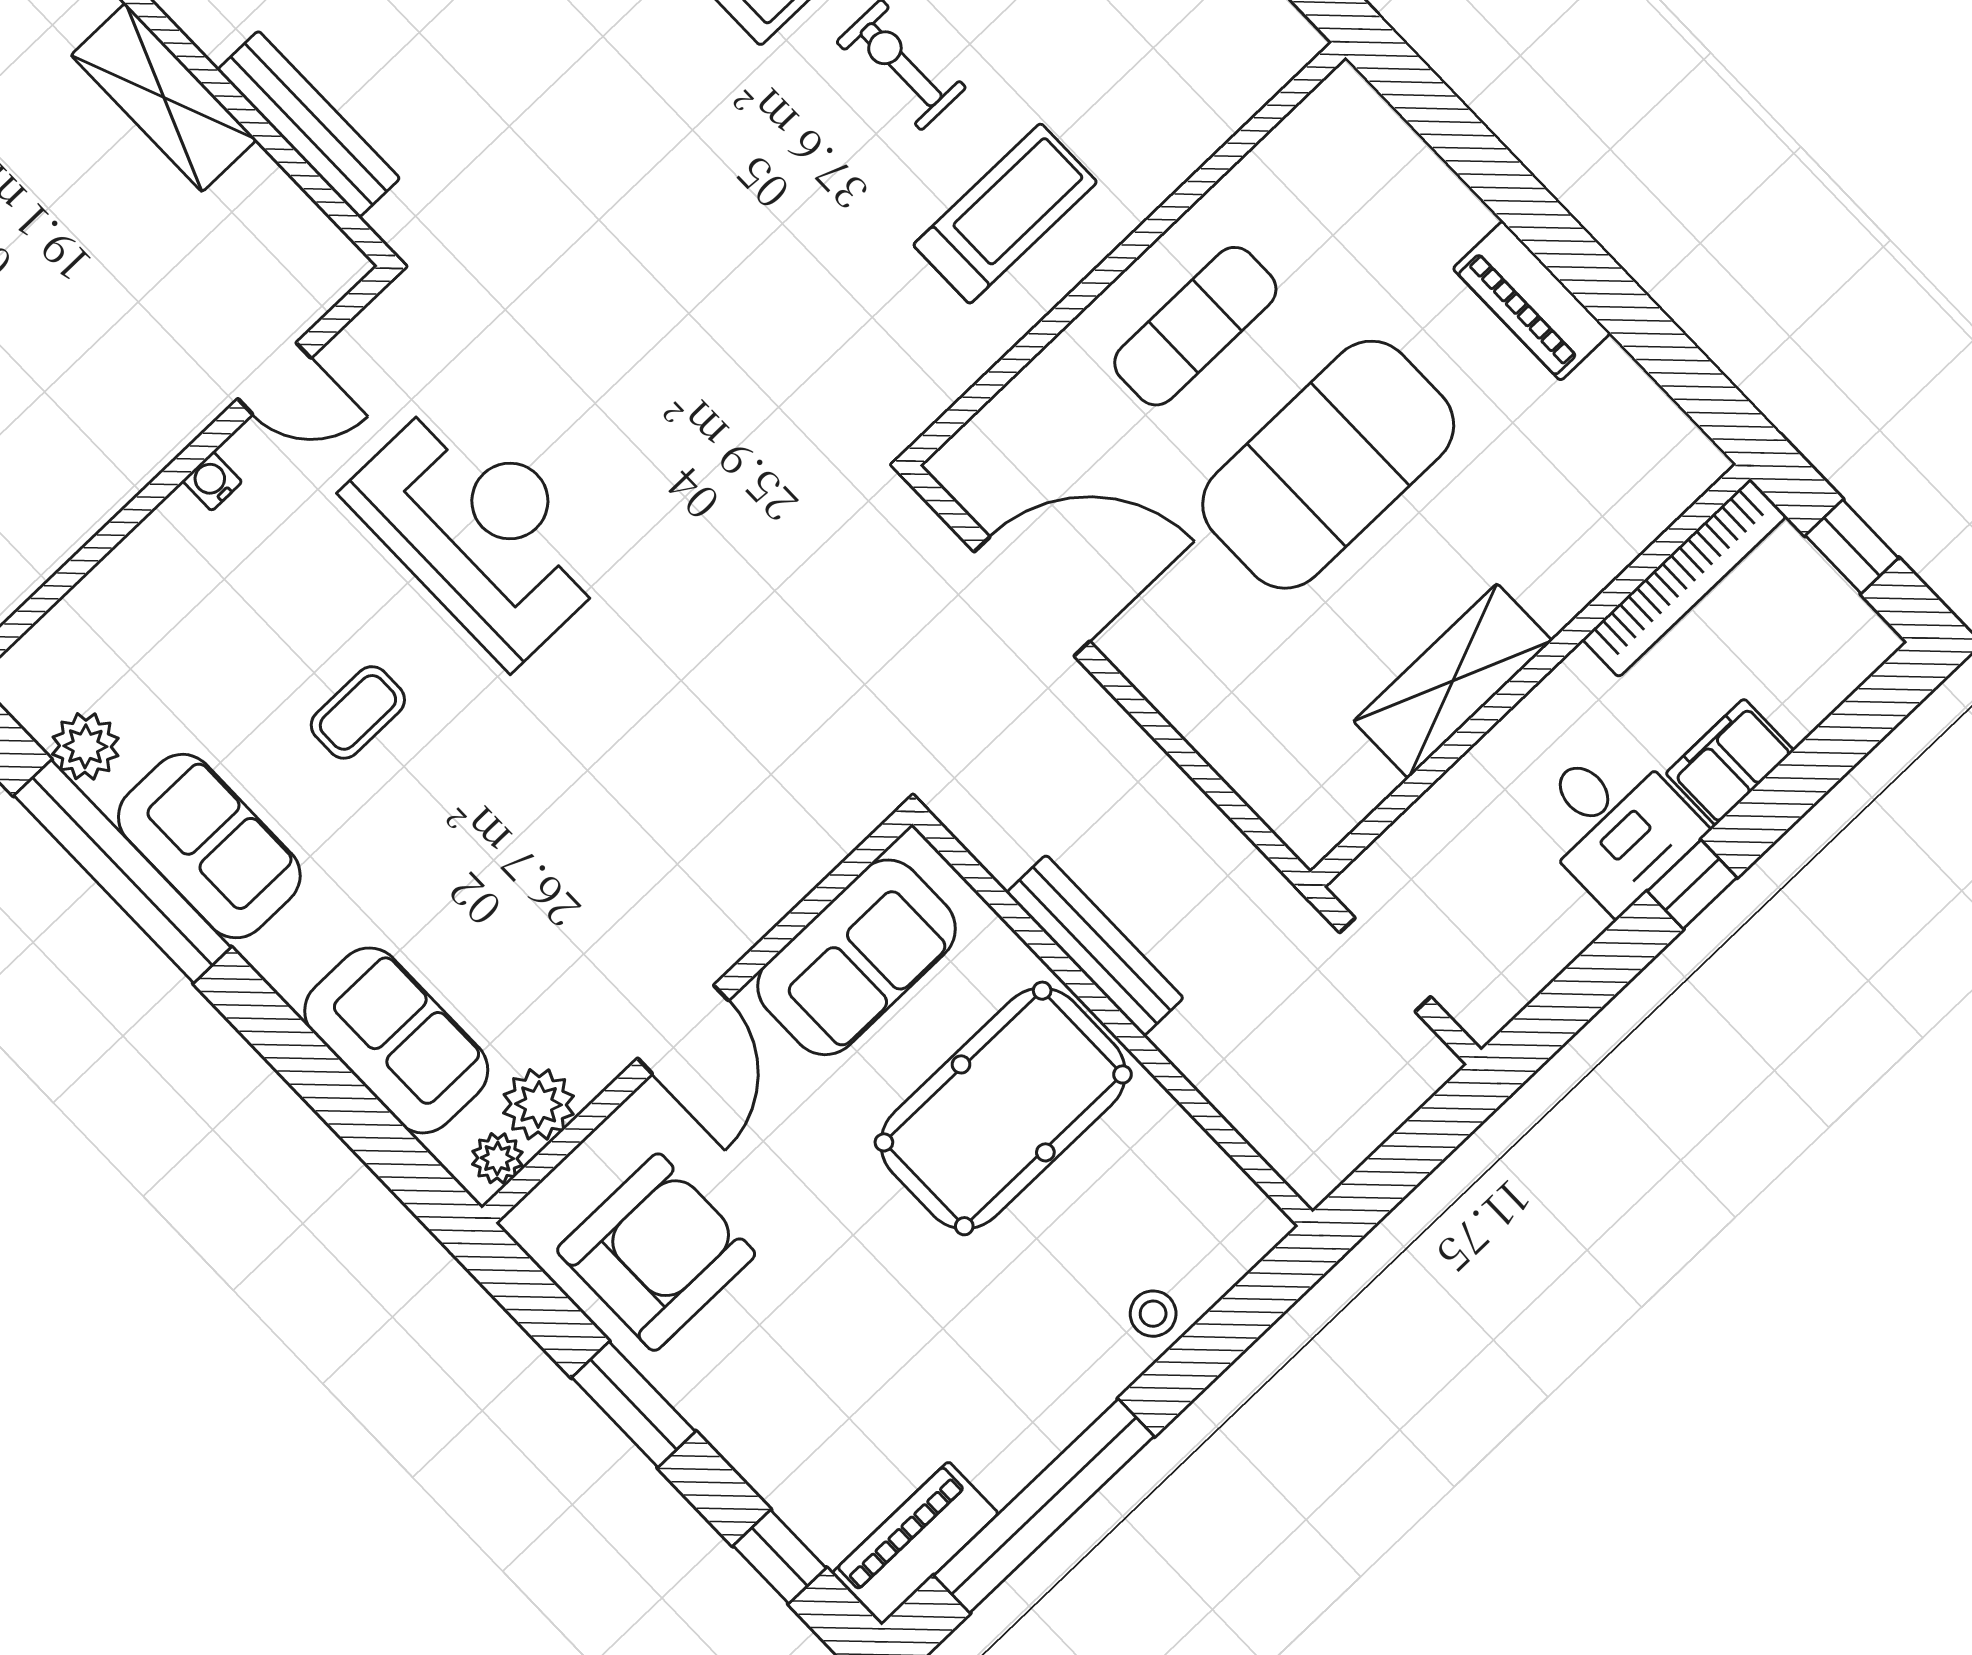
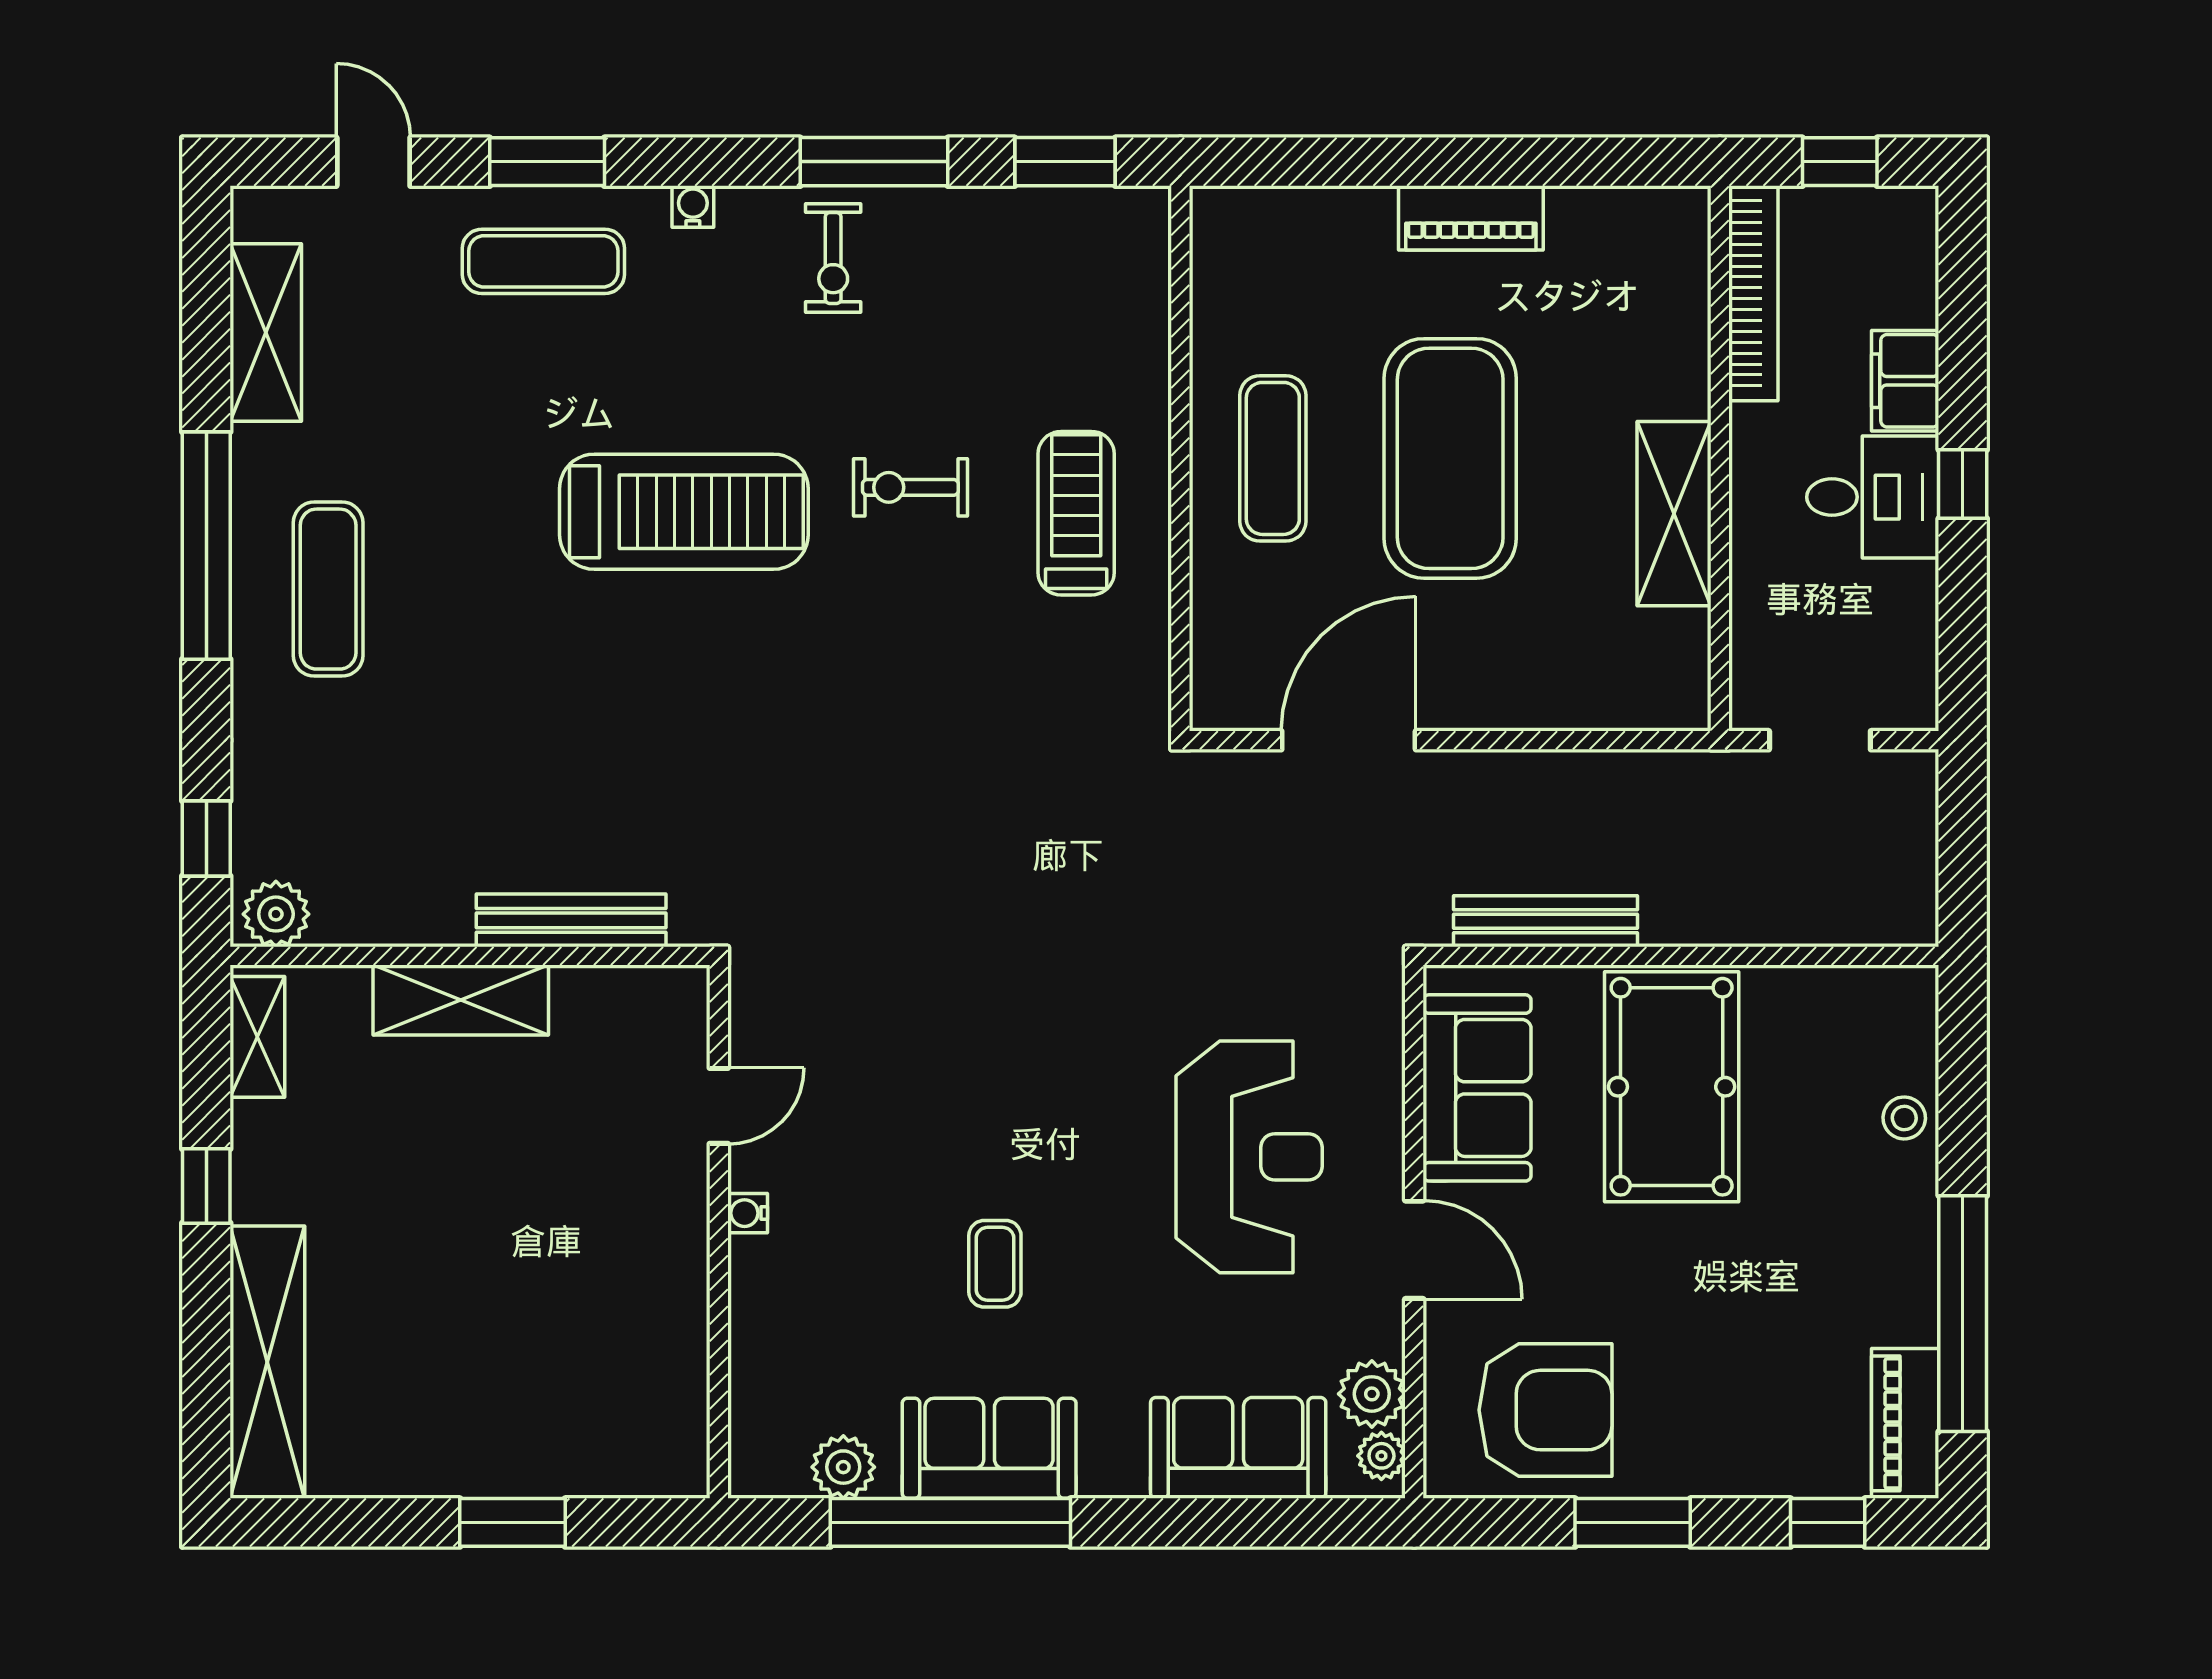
reception desk: (480, 529) -> (1249, 1157), moved, turned 90
bench: (1095, 945) -> (1546, 921), moved
armchair: (656, 1252) -> (1545, 1410), turned 90

